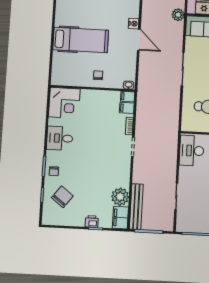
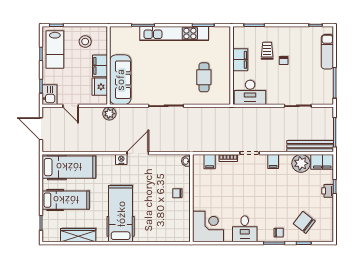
hospital bed: (81, 40) -> (121, 214), moved
filing cabinet: (128, 97) -> (273, 161), moved

